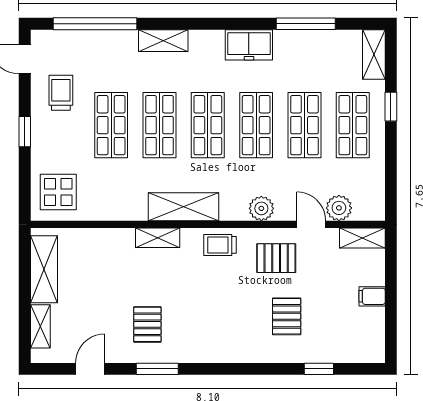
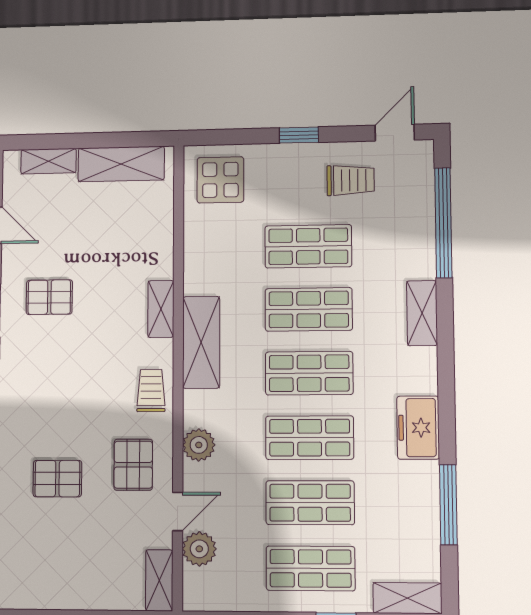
filing cabinet: (372, 296) -> (82, 593), removed

